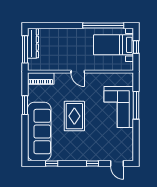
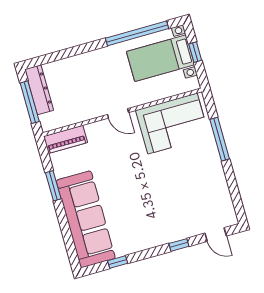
corner sofa: (119, 107) -> (172, 124), moved, turned -90
rug: (74, 116) -> (132, 181), removed

